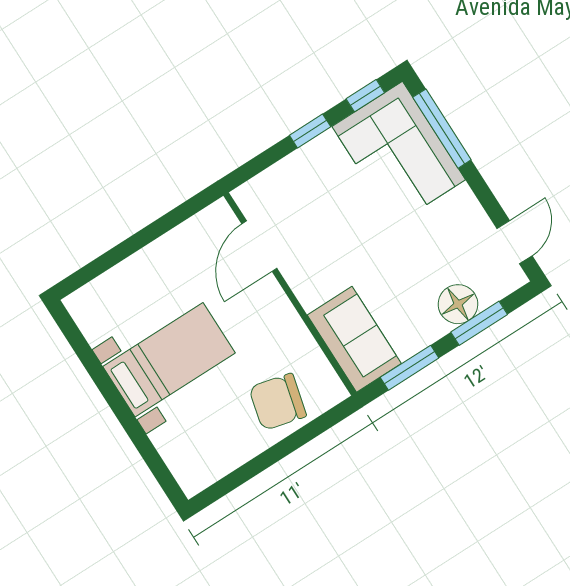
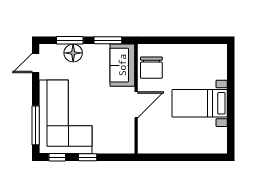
corner sofa: (399, 153) -> (66, 117), width x1.36, depth x1.36
door: (259, 246) -> (136, 105), moved
chair: (278, 402) -> (151, 68), moved, turned 76

